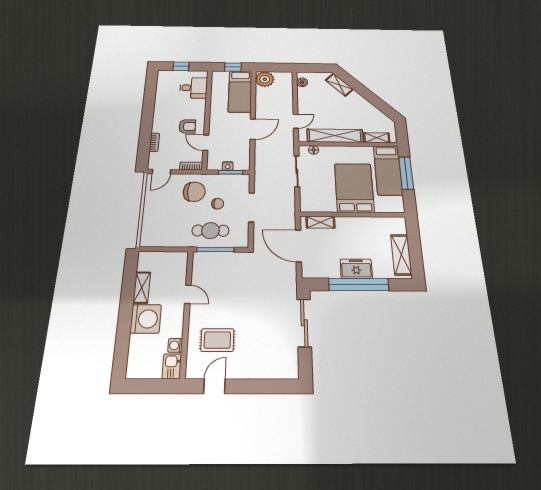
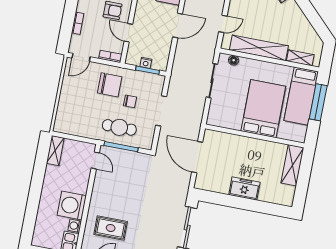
shelving: (320, 222) -> (223, 138), removed
shelving: (401, 255) -> (292, 165), moved
window: (359, 285) -> (243, 203), removed
shelving: (142, 288) -> (55, 151), moved
door: (188, 294) -> (95, 160), moved
washing machine: (146, 319) -> (72, 205), moved, turned 180

